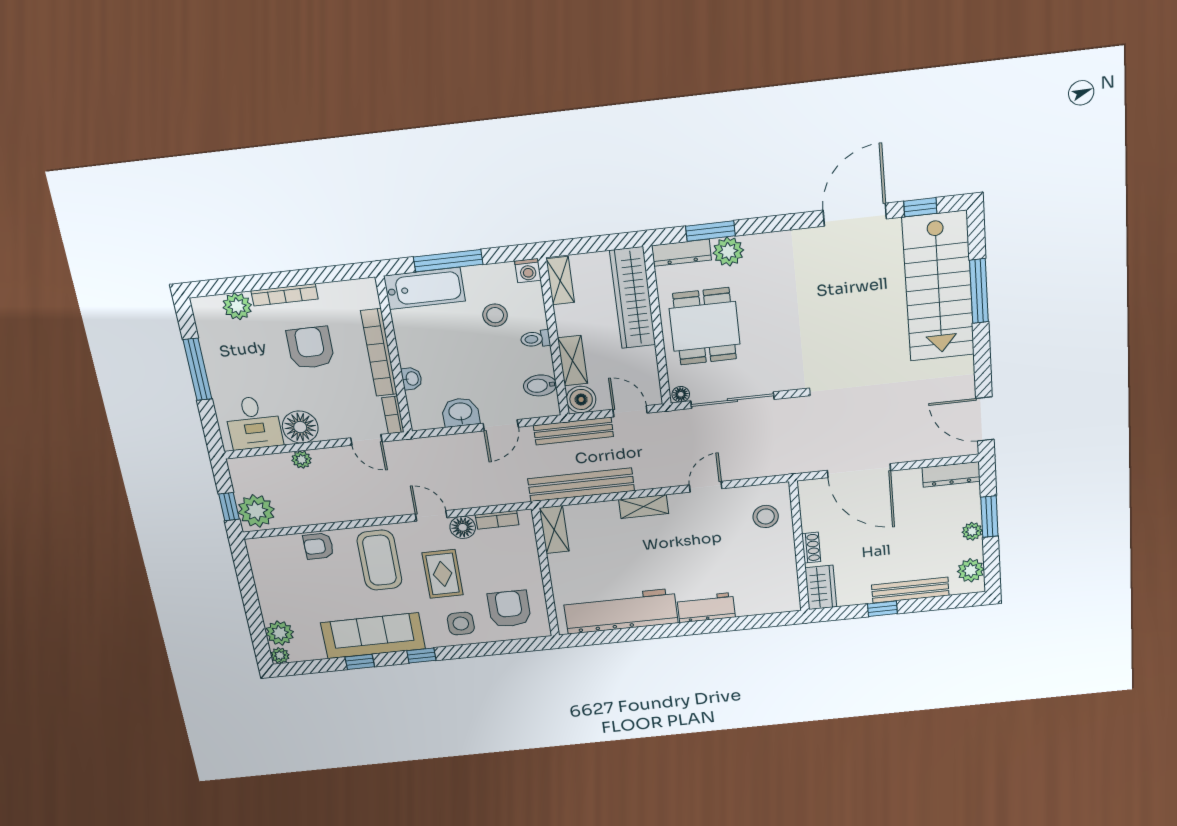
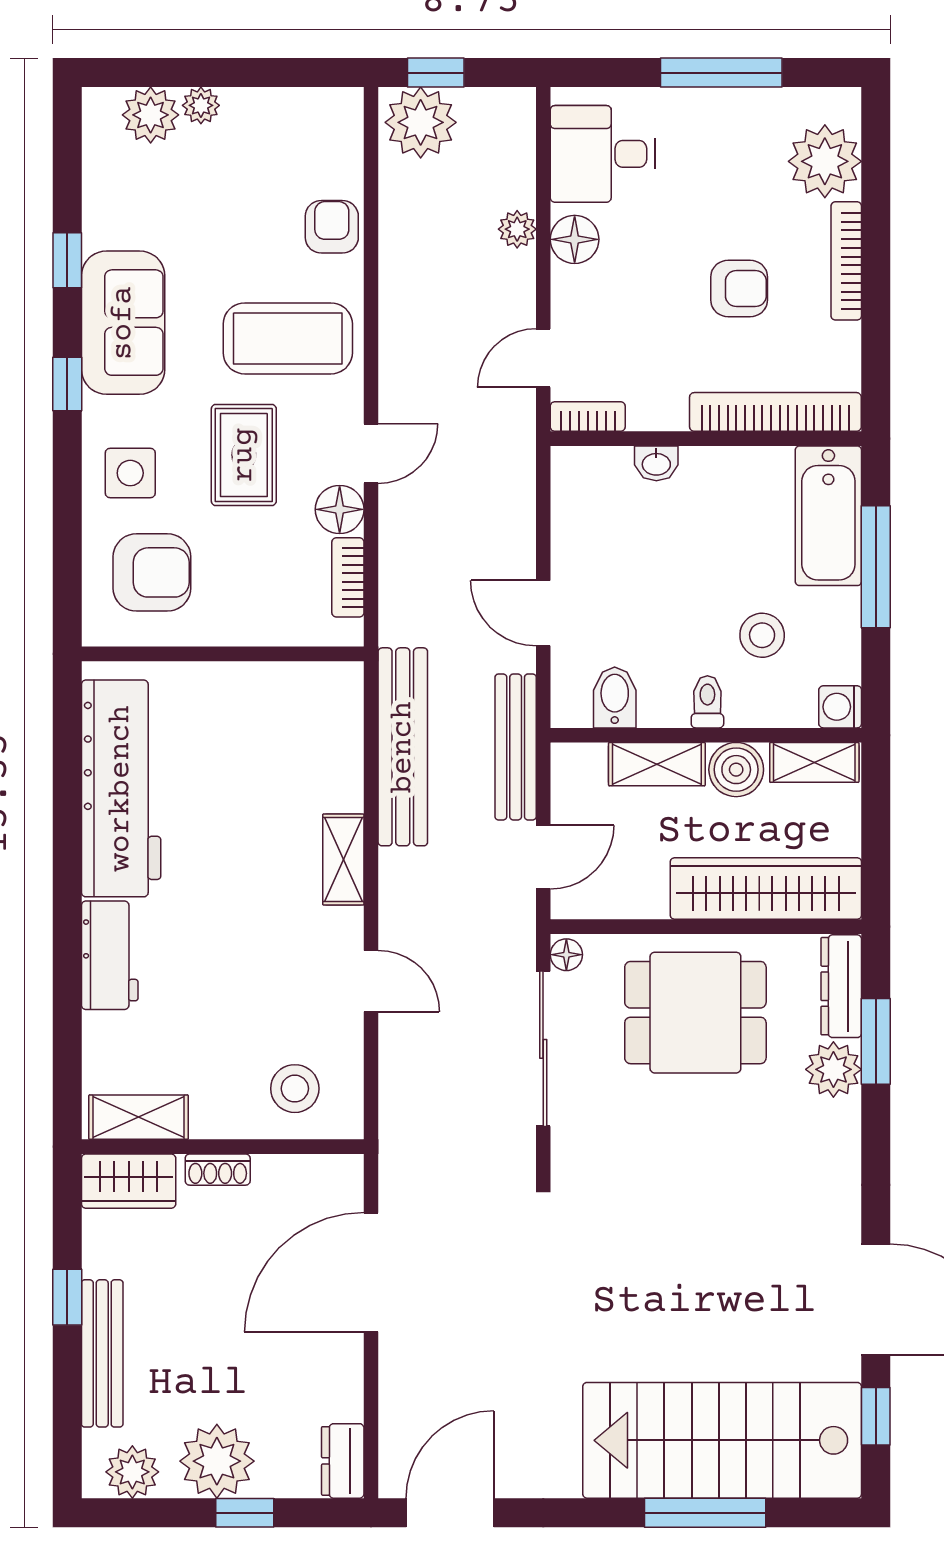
plant: (237, 306) -> (825, 161), width x1.36, depth x1.36
armchair: (310, 348) -> (739, 288), width x0.72, depth x0.72
bookcase: (379, 353) -> (775, 412), moved
boiler: (581, 400) -> (736, 770), moved
washbasin: (460, 412) -> (578, 543), removed
floor lamp: (300, 427) -> (575, 239), width x0.73, depth x0.73
dresser: (951, 474) -> (343, 1461), width x0.70
window: (989, 517) -> (245, 1513), width x0.67
shelving: (554, 530) -> (139, 1117), moved
plant: (972, 531) -> (217, 1461), width x1.87, depth x1.87
rug: (443, 574) -> (244, 455), turned 90
sofa: (373, 636) -> (123, 323), width x0.73
plant: (280, 655) -> (201, 105), moved

